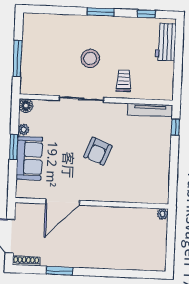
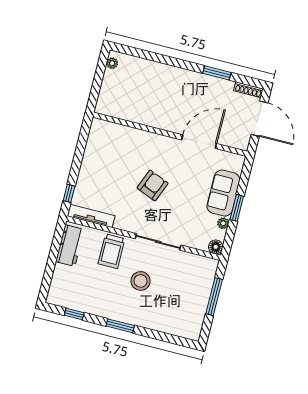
workbench: (166, 42) -> (70, 246), moved
trolley: (124, 81) -> (112, 251), width x1.36, depth x1.39
plant: (163, 214) -> (112, 63), moved

